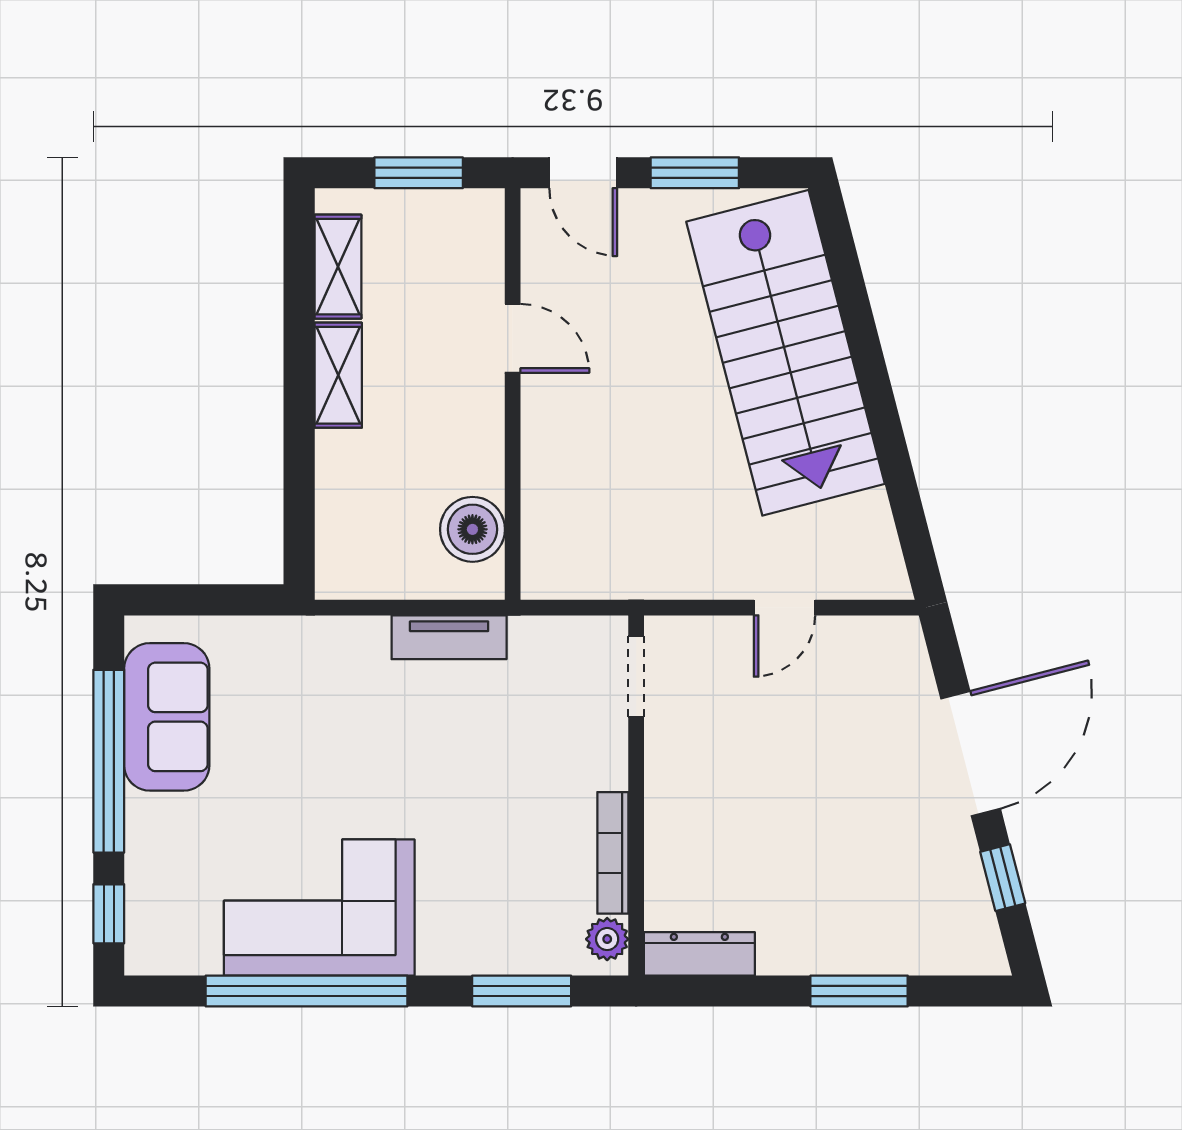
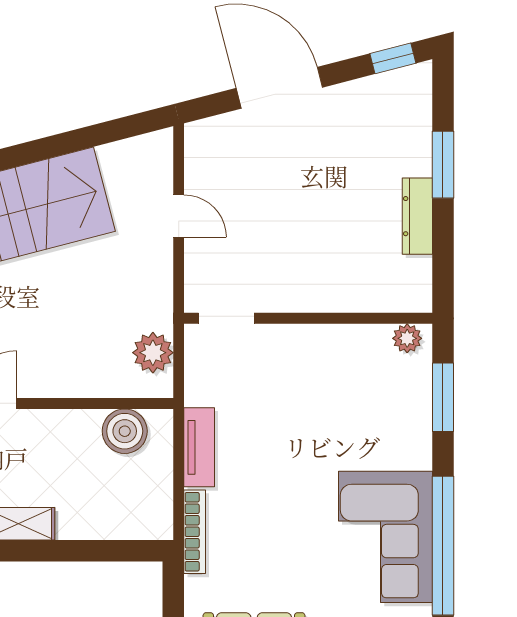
plant: (586, 570) -> (153, 353), added
bookcase: (613, 853) -> (195, 532), moved, turned -90
window: (1003, 878) -> (393, 58), moved
dresser: (699, 954) -> (417, 216), moved

